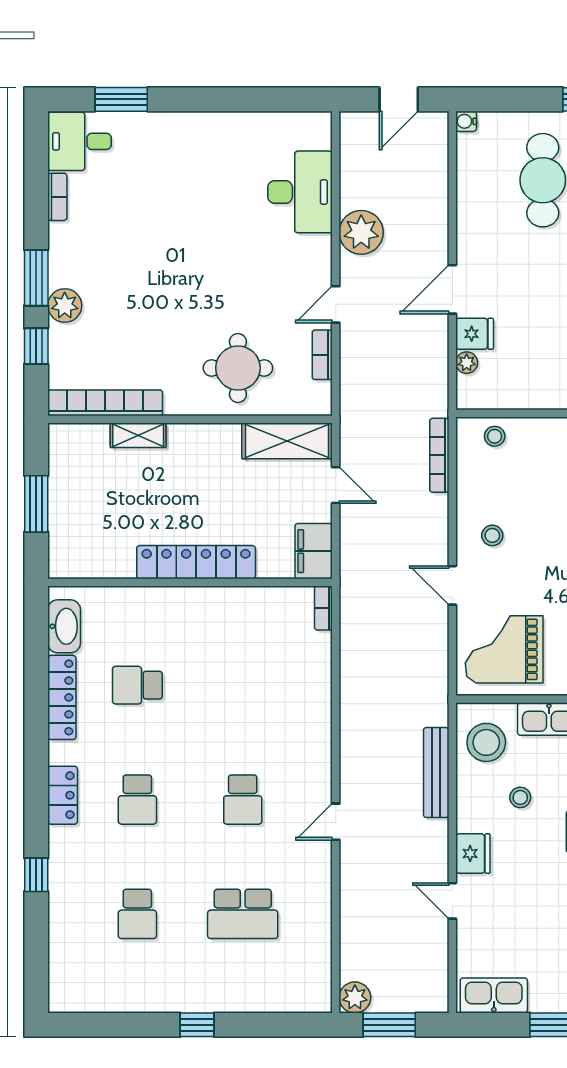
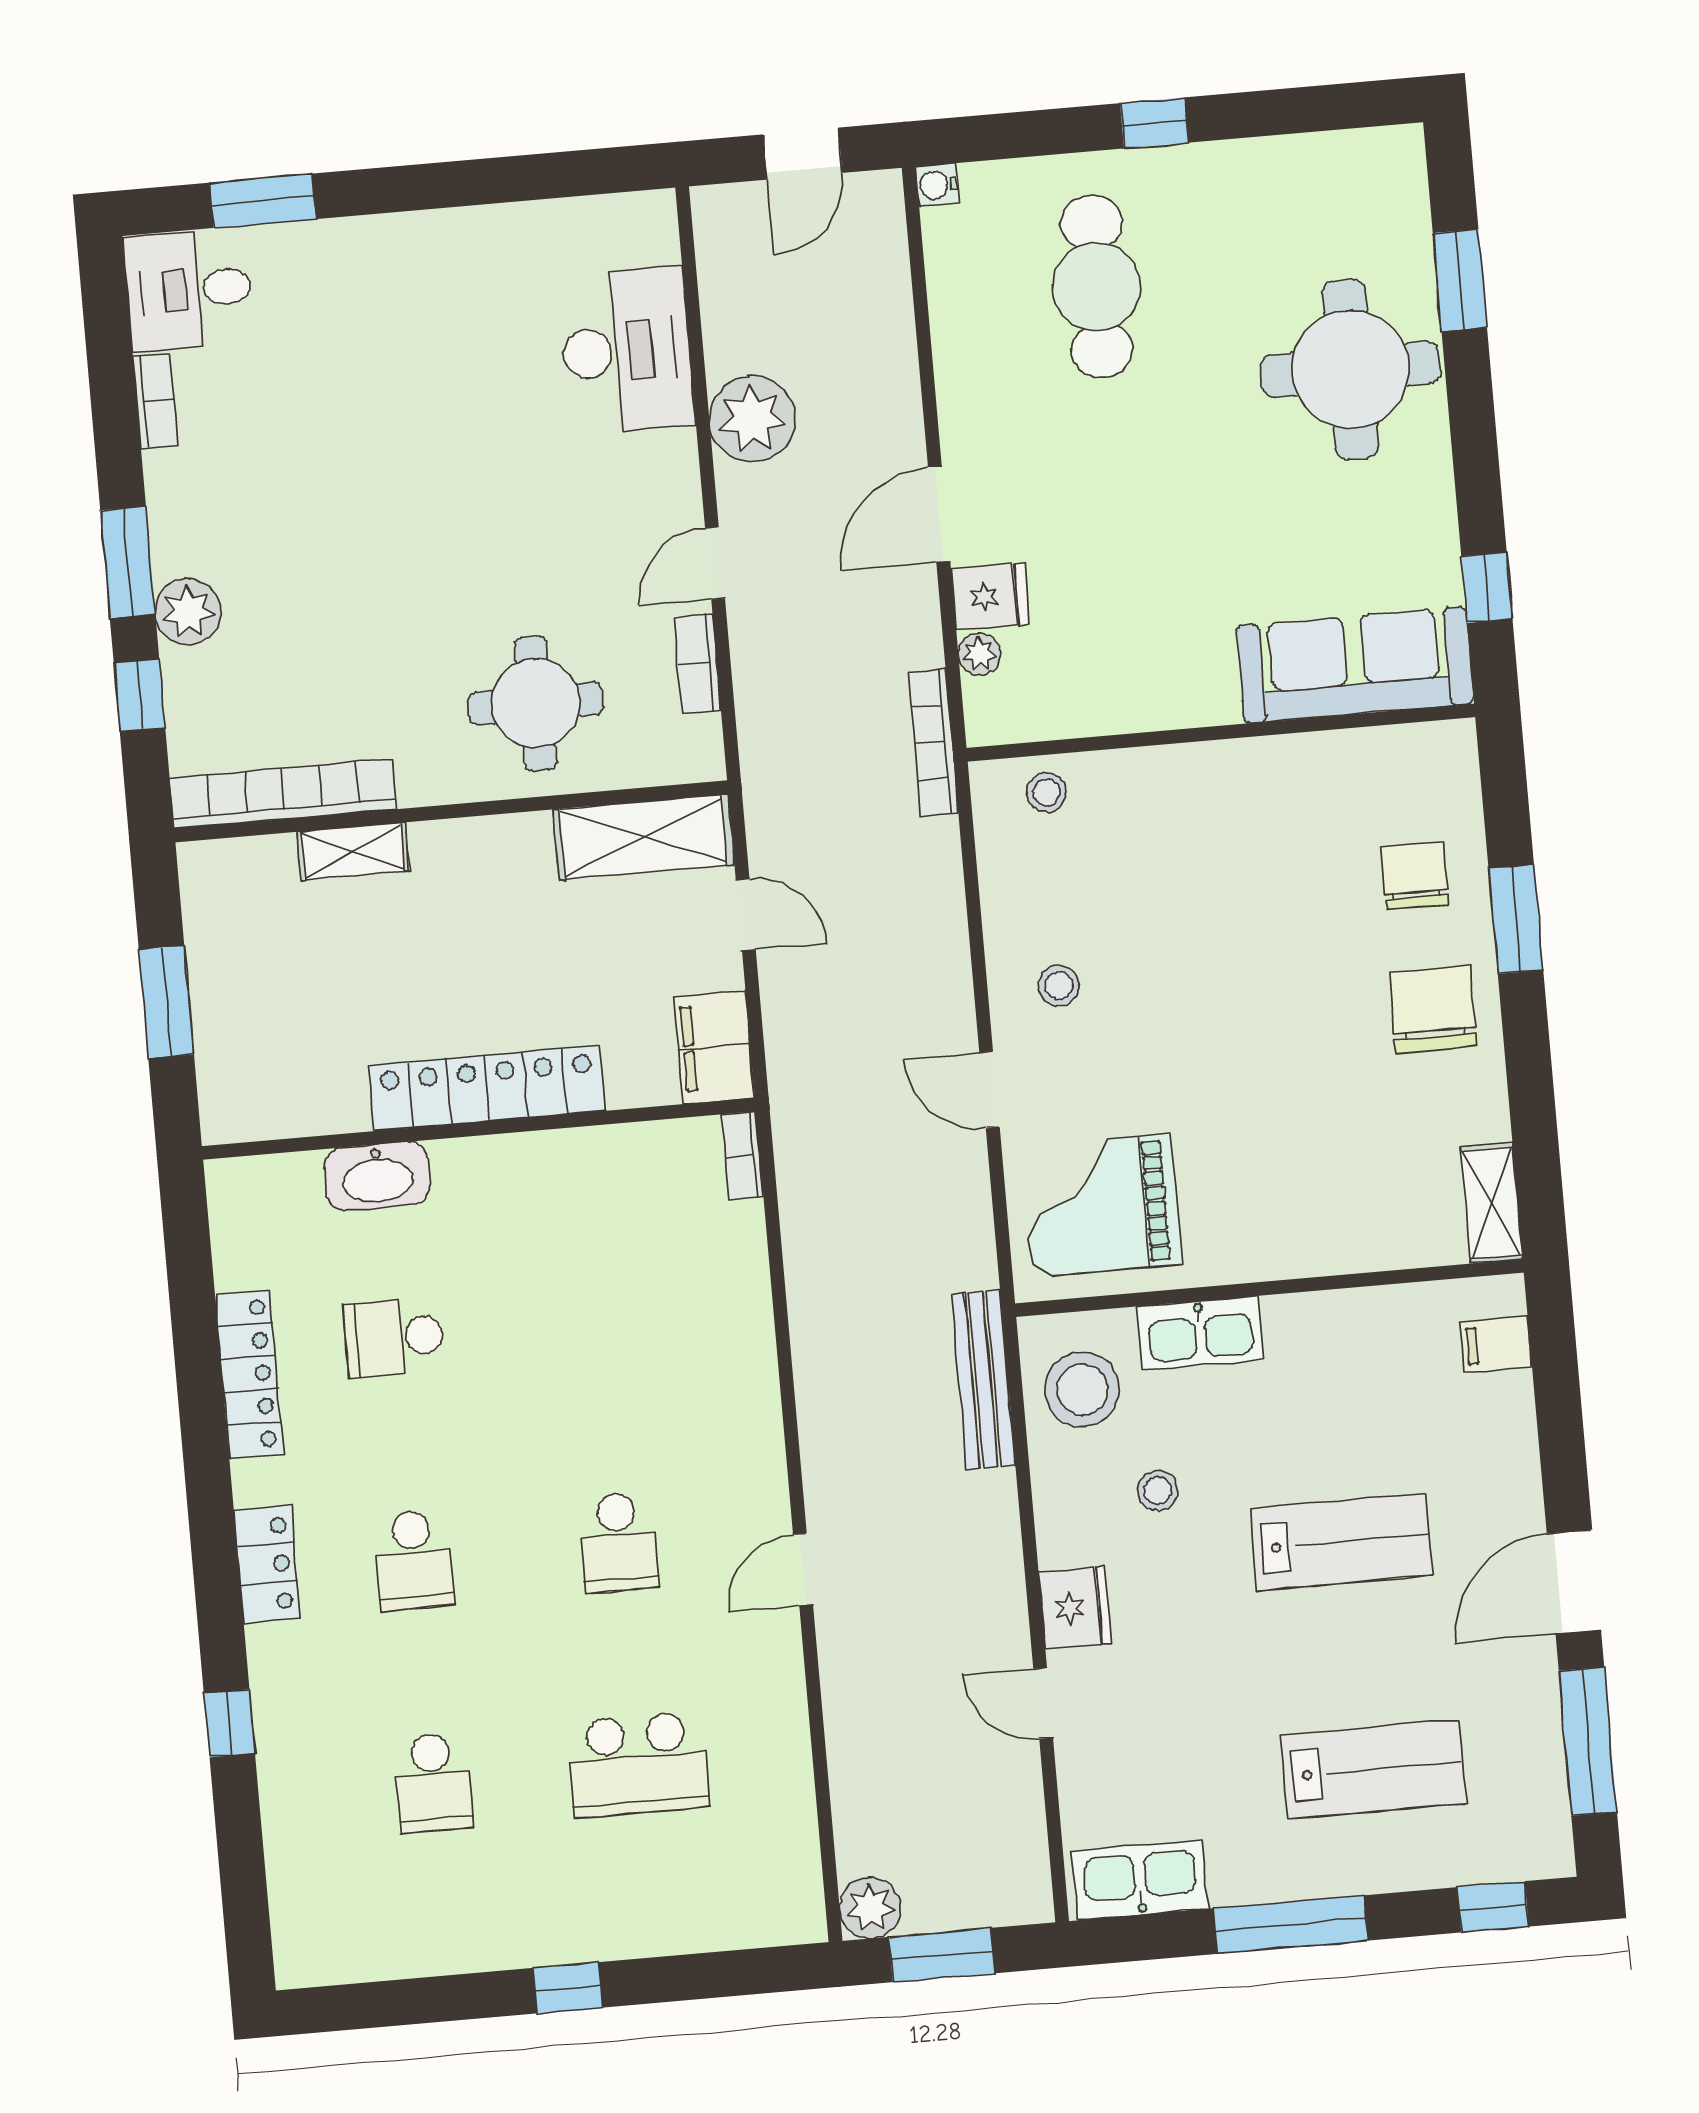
bookcase: (439, 455) -> (934, 742), moved
washbasin: (64, 626) -> (377, 1176), moved, turned 90
bench: (436, 773) -> (983, 1380), moved

